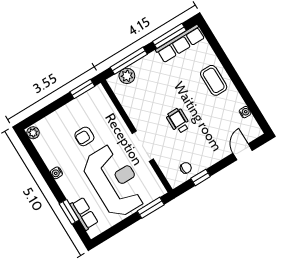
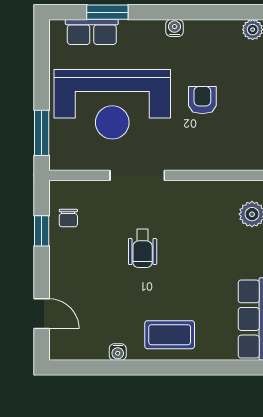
water cooler: (245, 112) -> (118, 352), moved
wheelchair: (178, 121) -> (143, 248), turned 90

